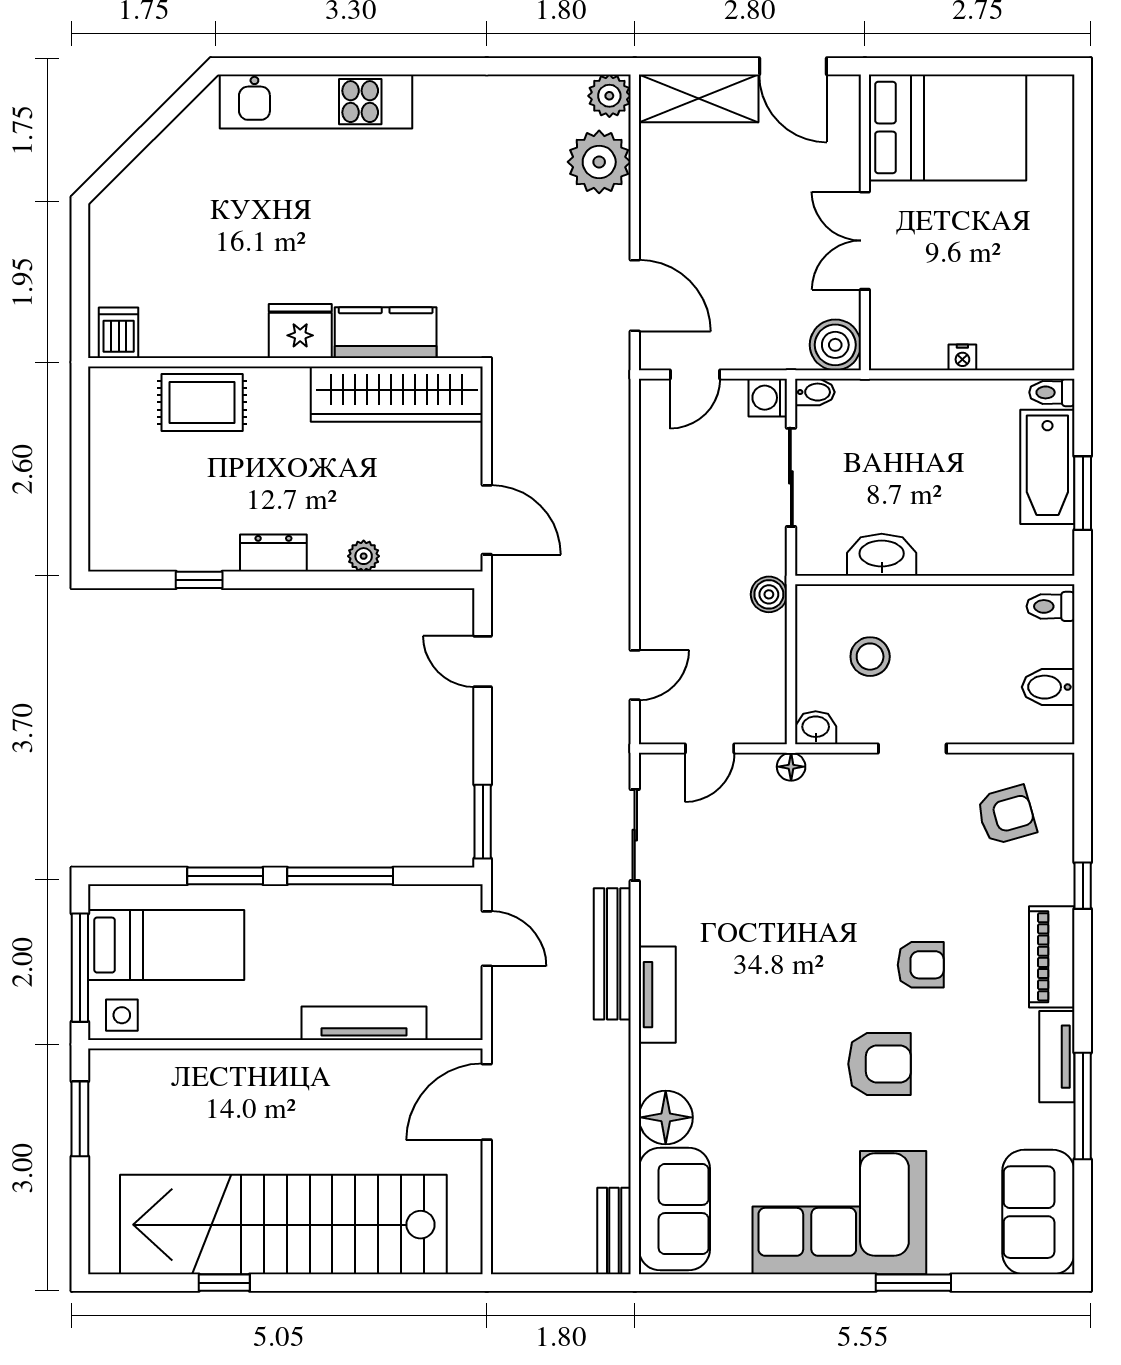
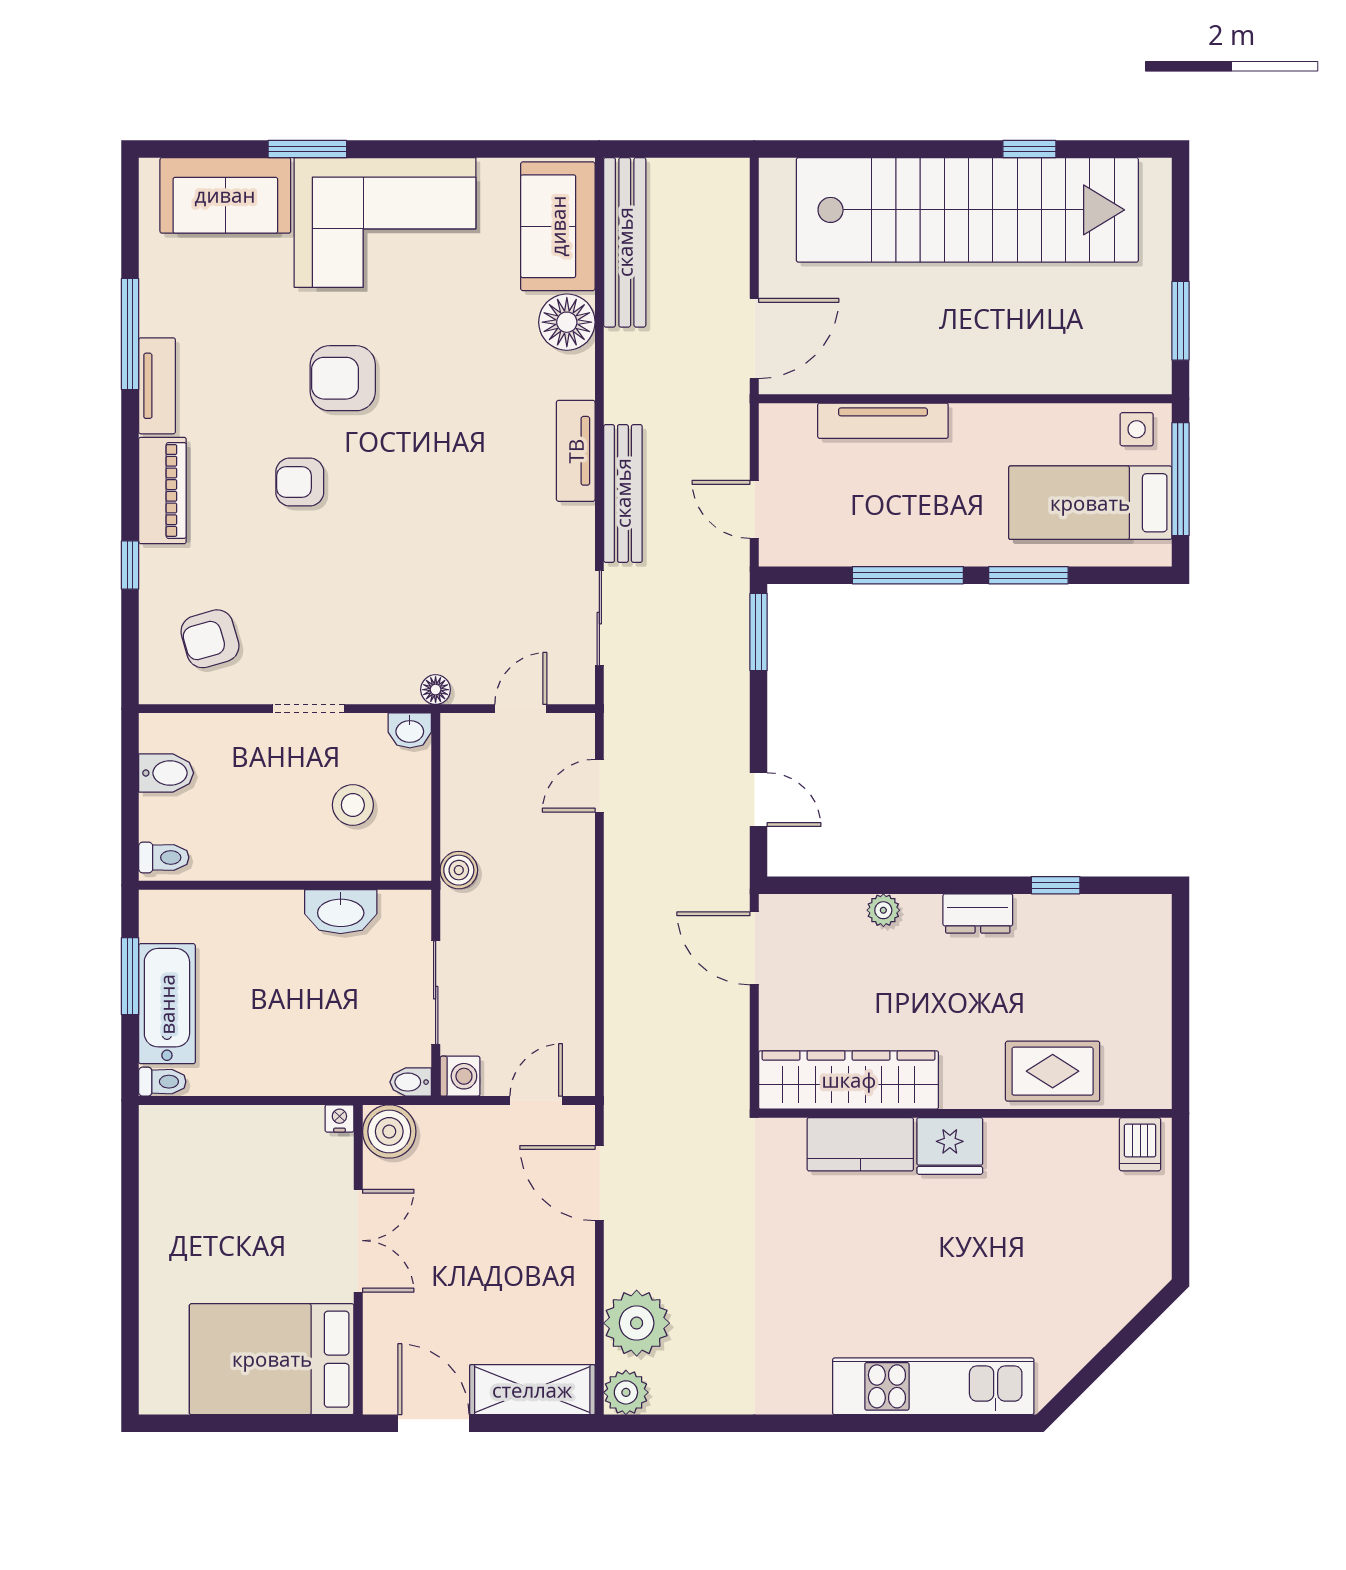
nightstand: (962, 357) -> (339, 1118), moved
sofa: (1038, 1212) -> (225, 195), moved, turned 90
bench: (614, 1231) -> (625, 242), width x1.86, depth x1.21

